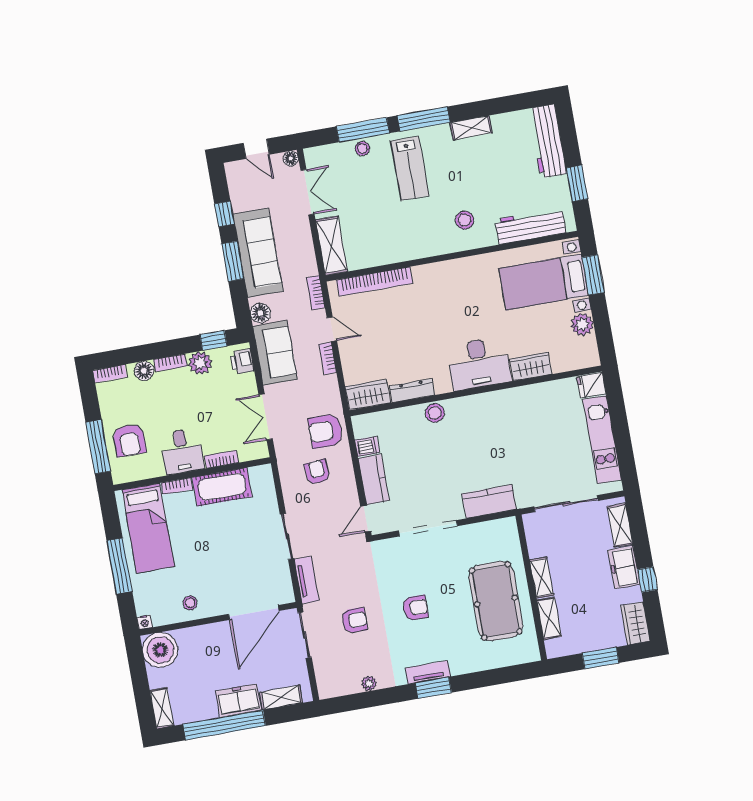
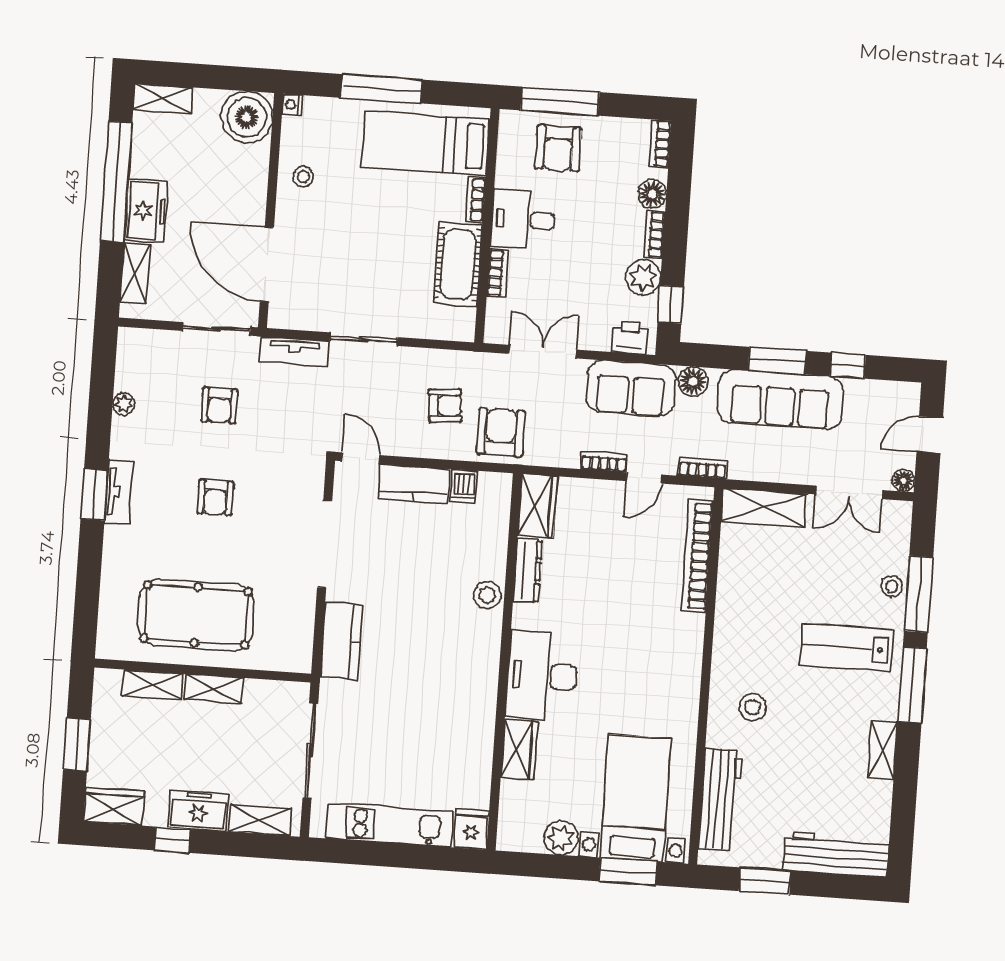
armchair: (129, 440) -> (558, 148), turned -90

